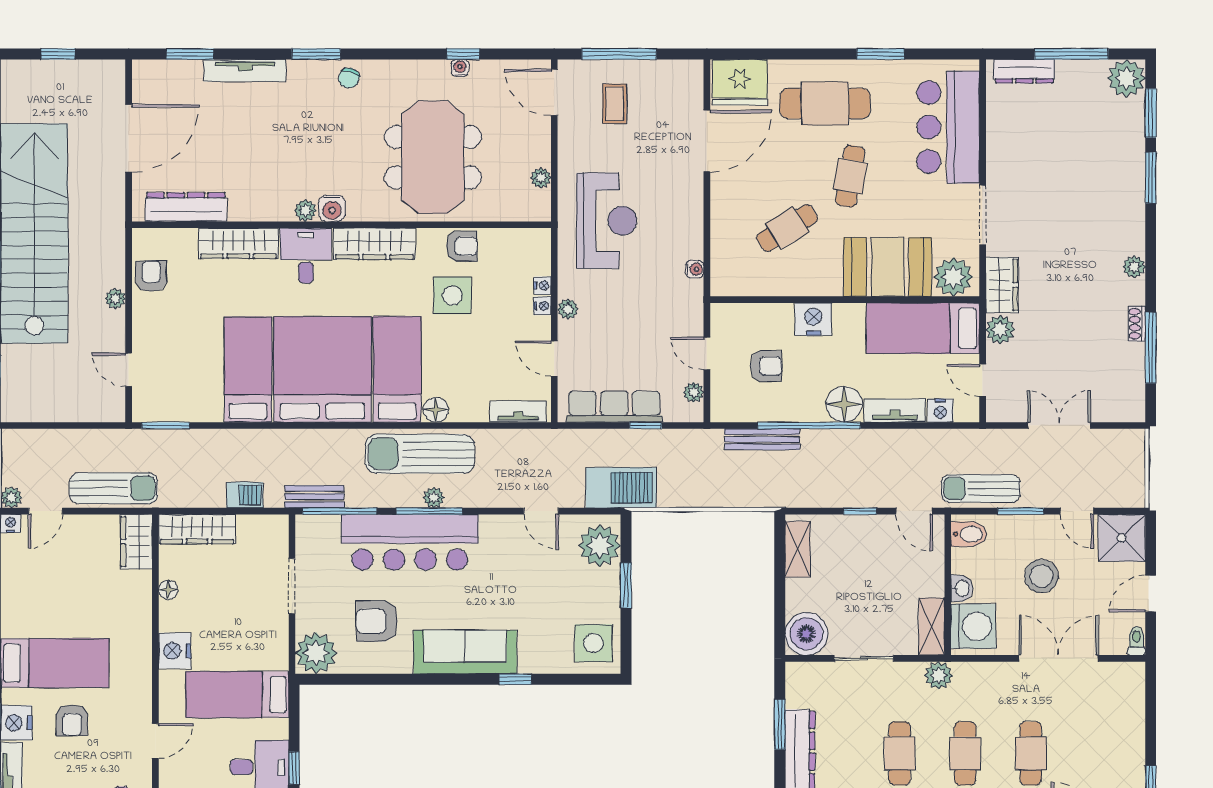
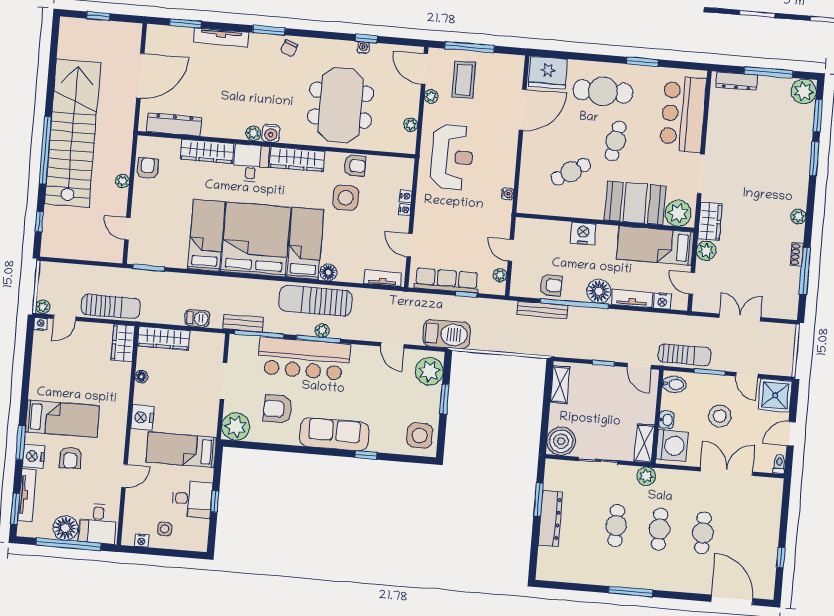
coffee table: (615, 104) -> (464, 80), width x1.36, depth x1.30
plant: (568, 309) -> (431, 96), moved
armchair: (766, 366) -> (551, 285), moved
sun lounger: (981, 489) -> (685, 355), turned 180

